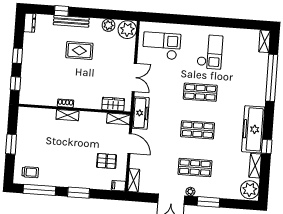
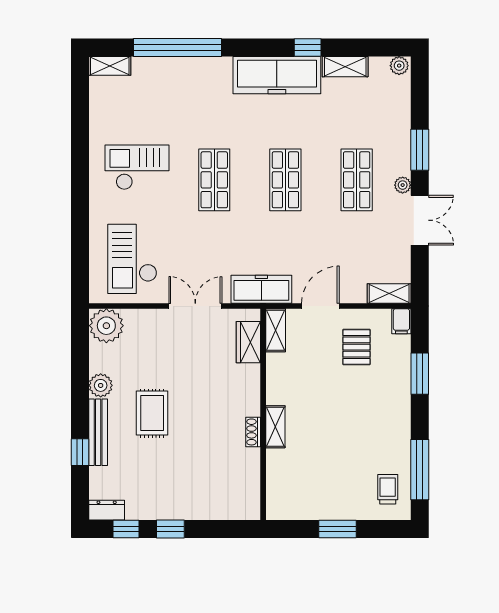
plant: (108, 25) -> (101, 385), moved
window: (15, 83) -> (126, 529), moved
plant: (250, 190) -> (399, 66), width x0.53, depth x0.53
window: (79, 193) -> (420, 374), moved

